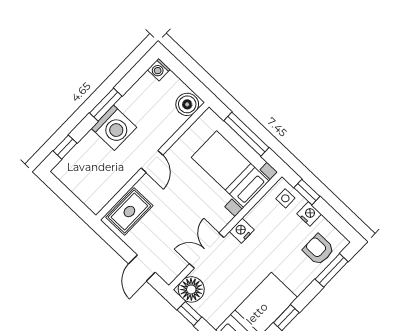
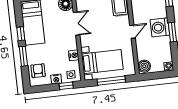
door: (152, 162) -> (133, 32), swing flipped
nightstand: (242, 231) -> (74, 55), moved
armchair: (318, 250) -> (38, 71), turned -90
window: (332, 270) -> (23, 56), moved

